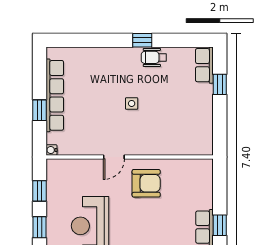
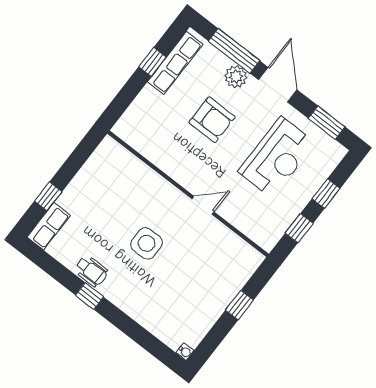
row of seats: (55, 95) -> (214, 308), removed
side table: (132, 103) -> (147, 243), width x1.87, depth x1.87
water cooler: (52, 150) -> (185, 352), moved
armchair: (146, 183) -> (212, 120), moved, turned 180

